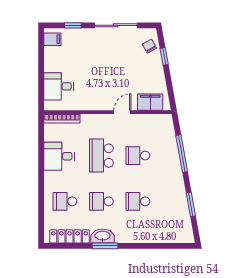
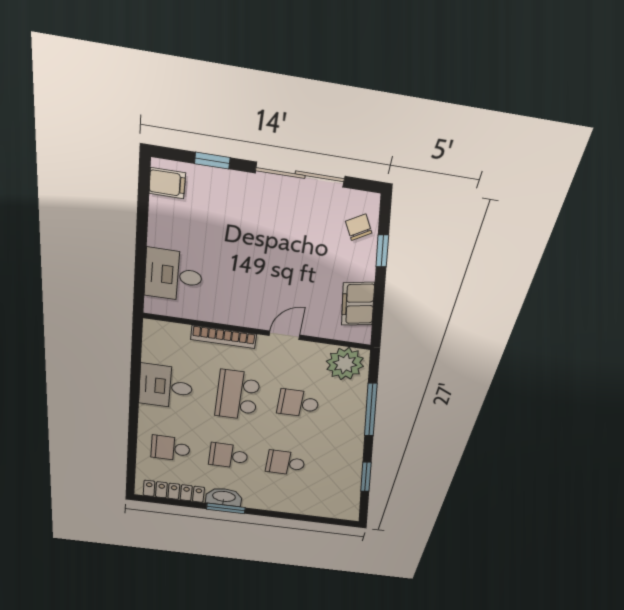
filing cabinet: (150, 102) -> (358, 304), moved, turned -100
bookcase: (62, 118) -> (224, 337), moved
plant: (160, 125) -> (345, 364), added

